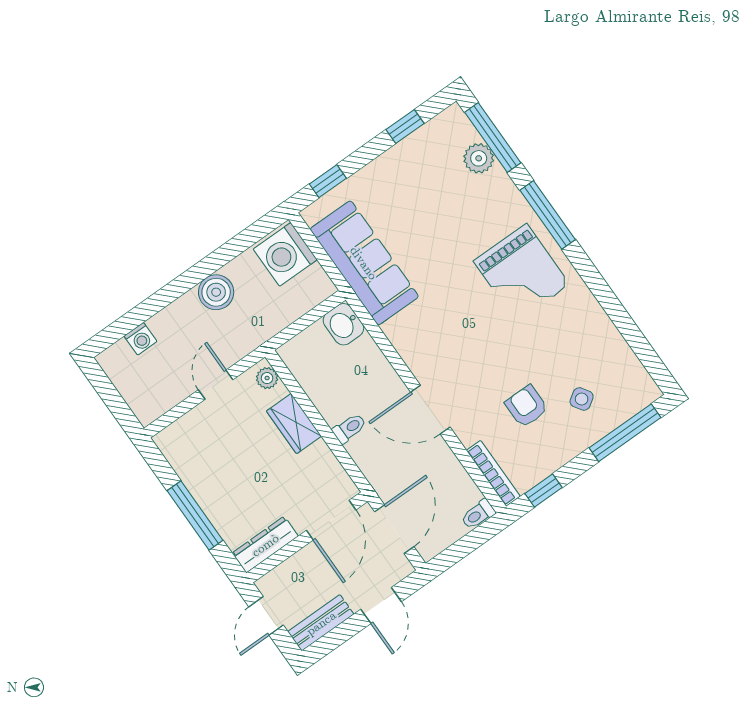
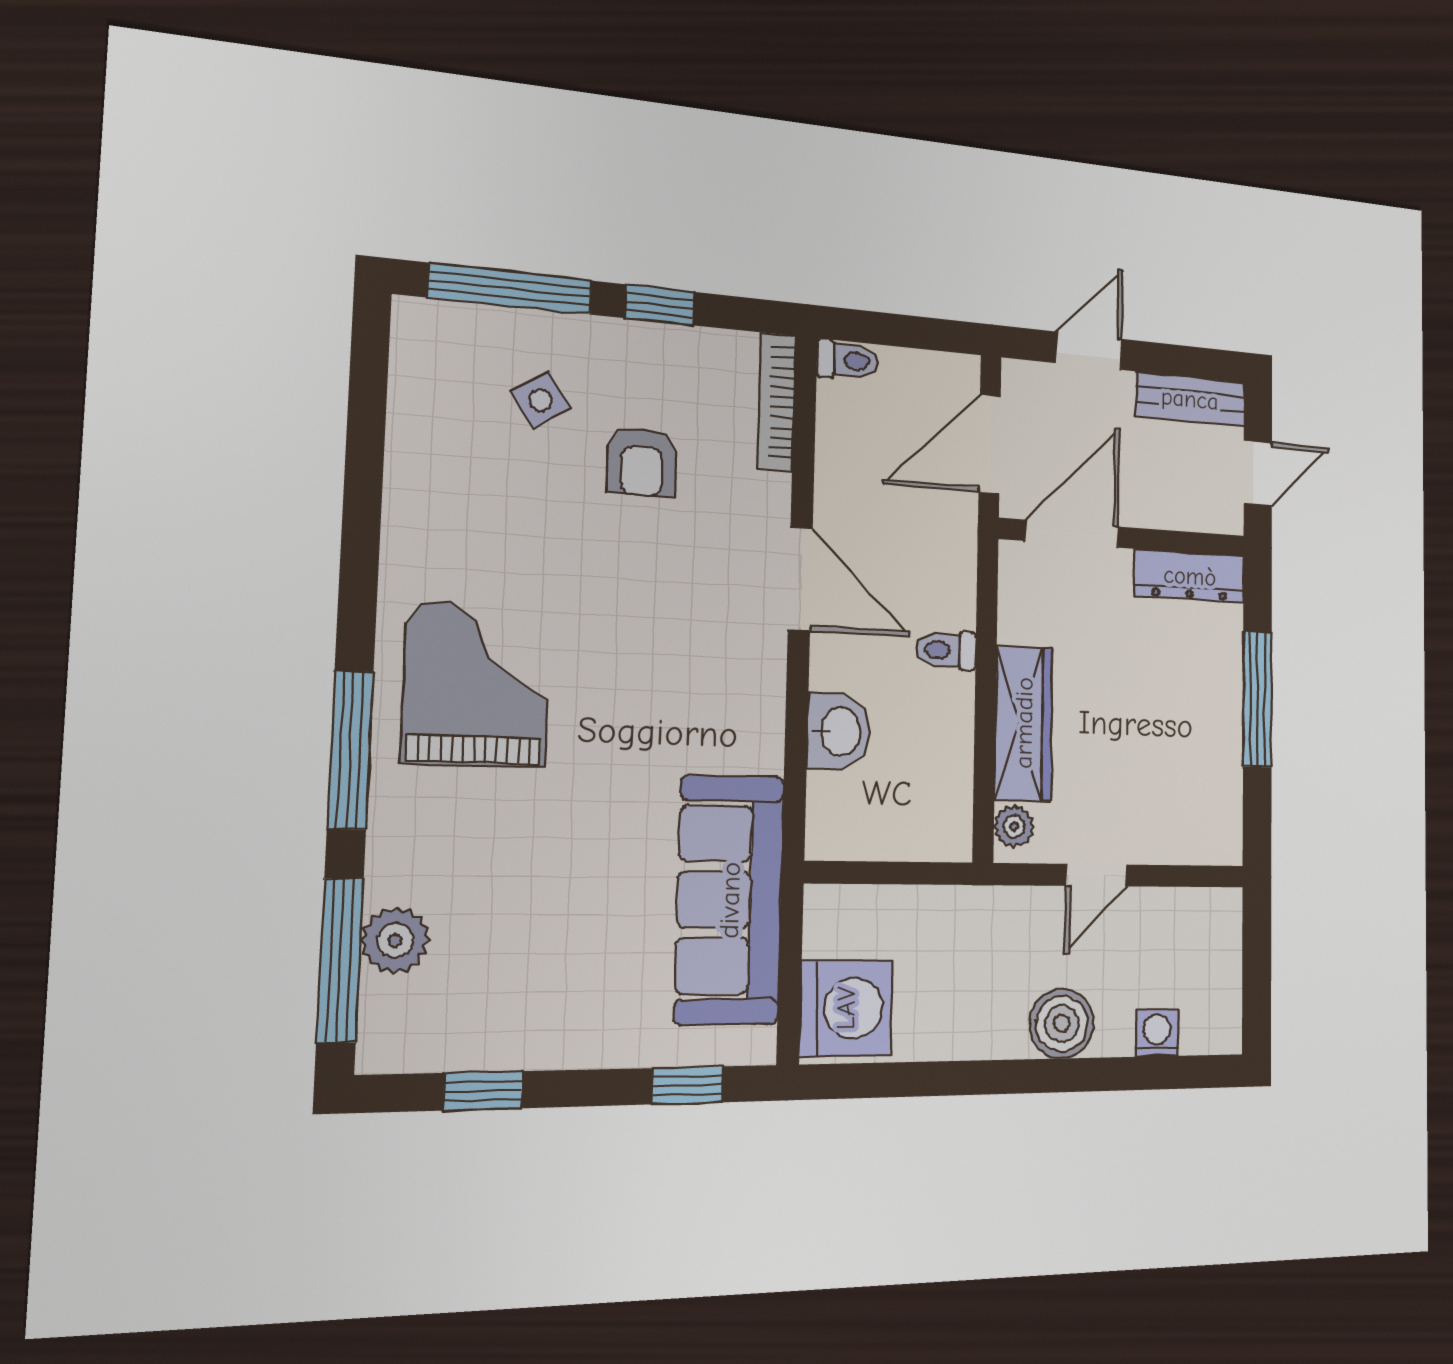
boiler: (216, 292) -> (1062, 1023), moved
washbasin: (343, 324) -> (839, 731), moved
wardrobe: (294, 424) -> (1024, 723), width x1.50
window: (543, 490) -> (660, 305), moved

